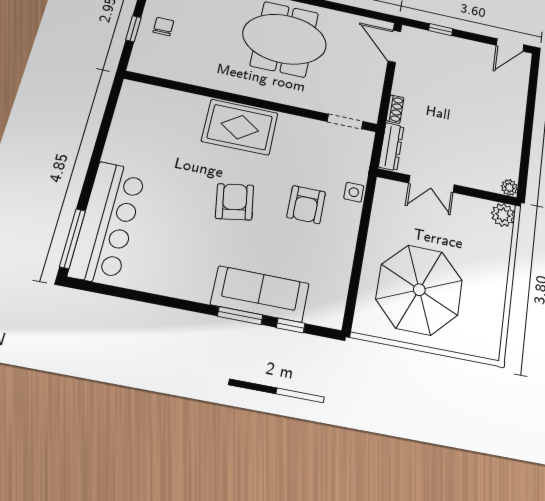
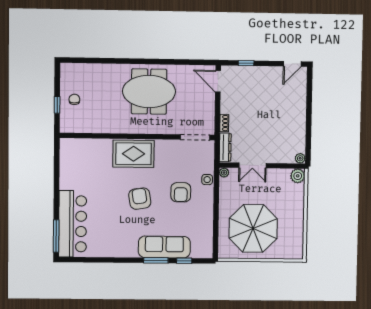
doorway: (345, 121) -> (195, 137), width x1.38
plant: (383, 186) -> (224, 173), added

